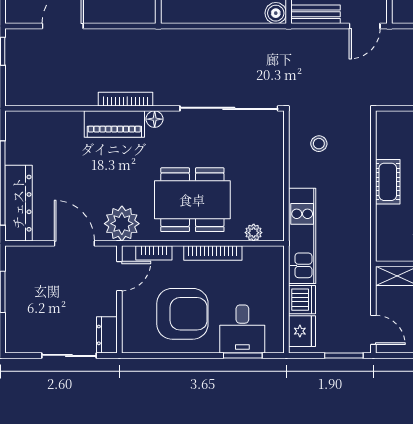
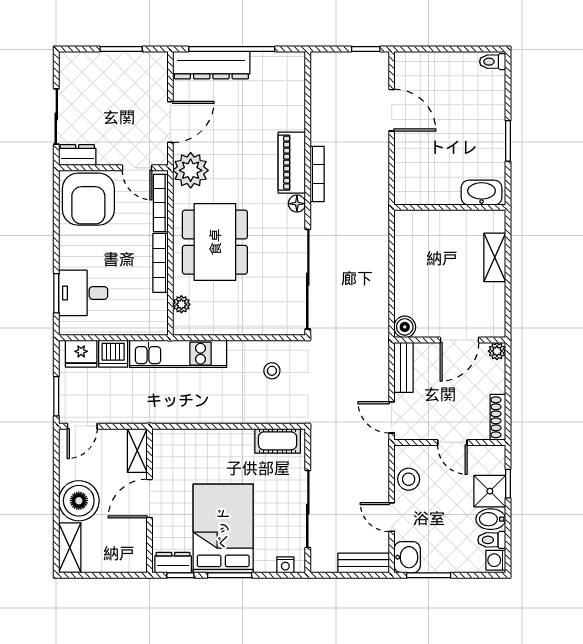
cot: (388, 182) -> (278, 441), moved
bookcase: (154, 253) -> (161, 203), width x1.56
armchair: (182, 314) -> (88, 199), moved

